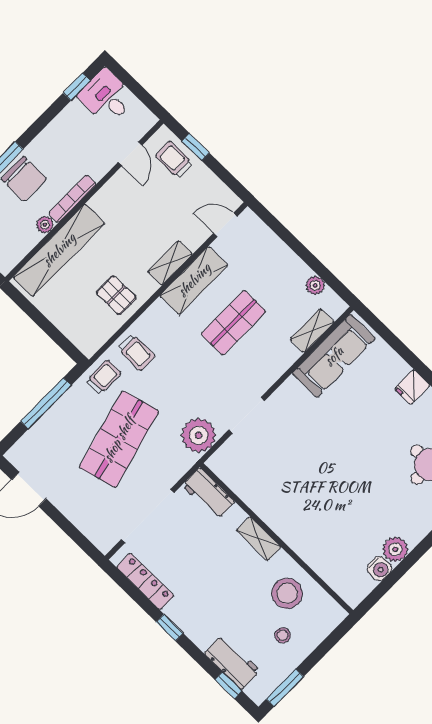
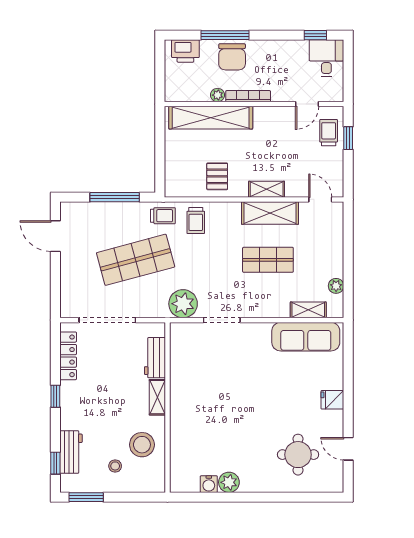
workbench: (208, 494) -> (155, 358), moved

